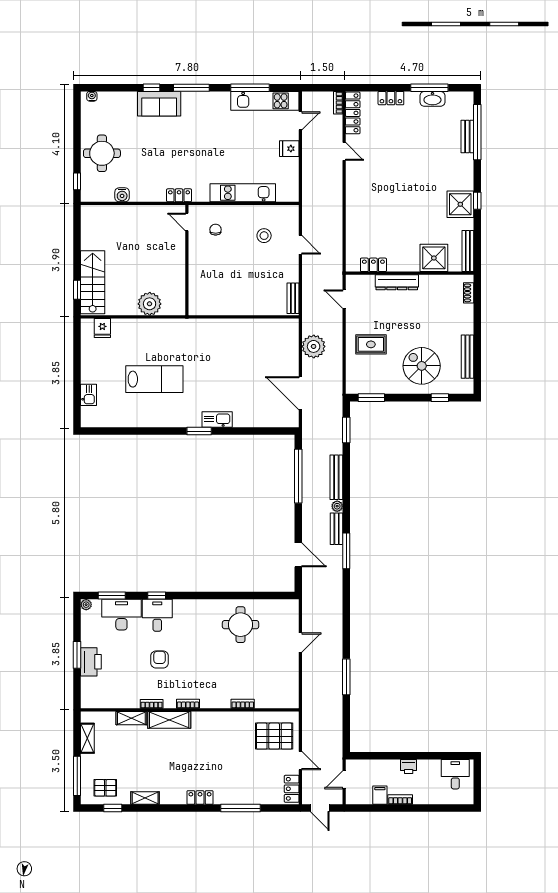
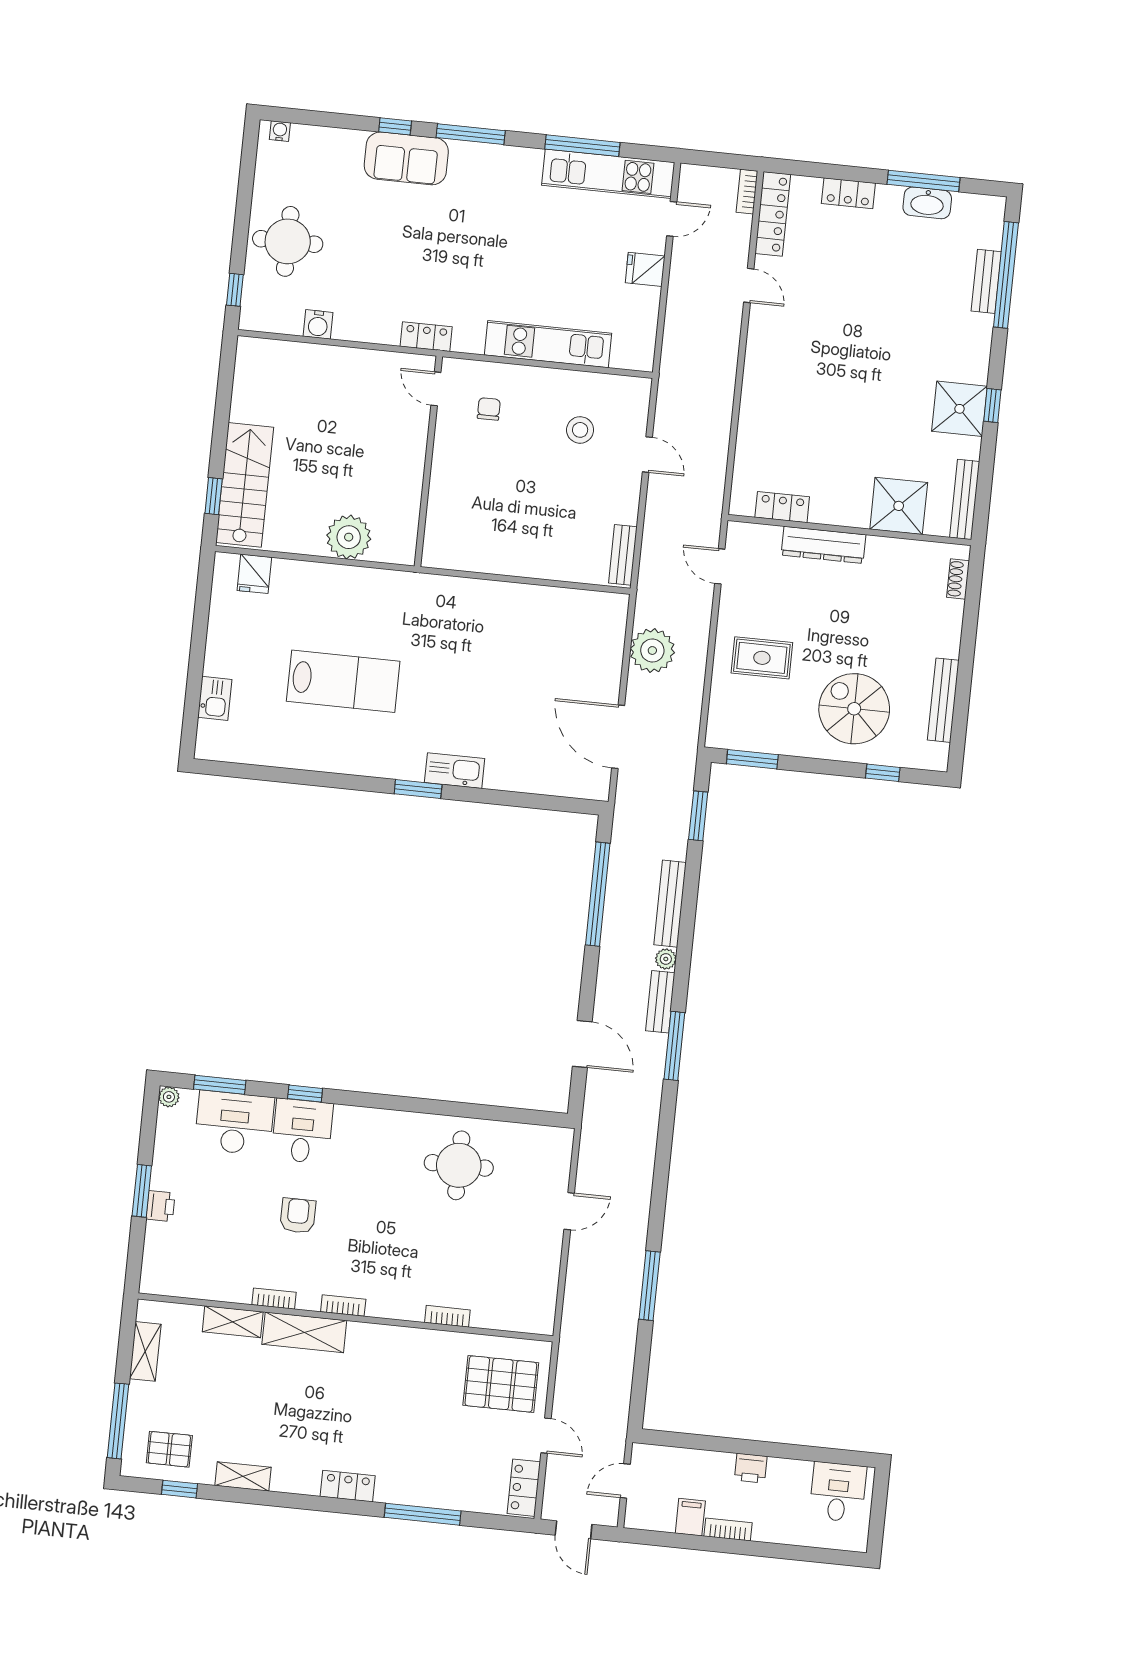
printer: (91, 662) -> (160, 1206), width x0.53, depth x0.68

